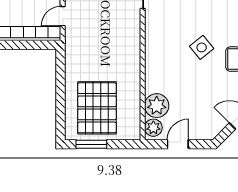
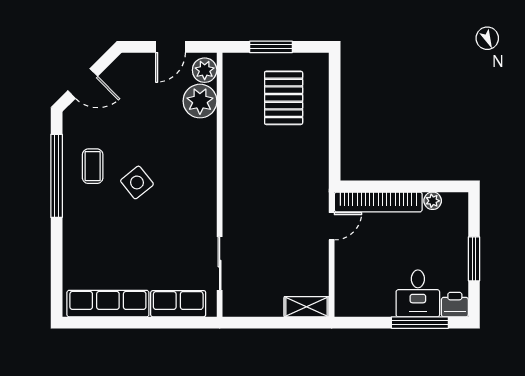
pallet: (97, 108) -> (284, 98), width x0.73, depth x0.71
window: (91, 144) -> (271, 47), moved

